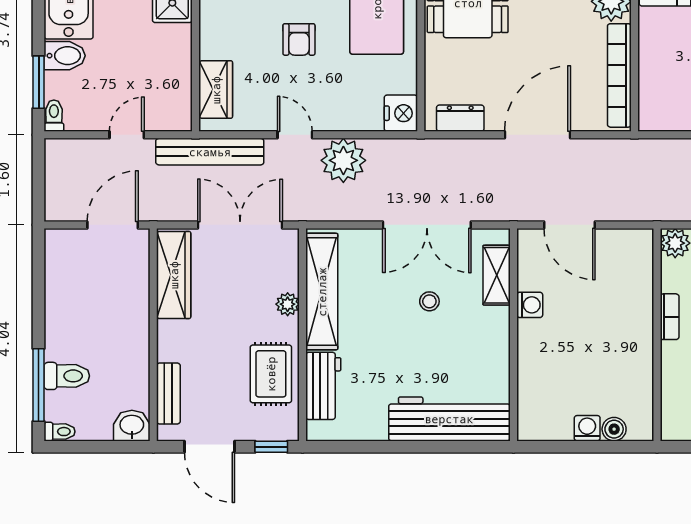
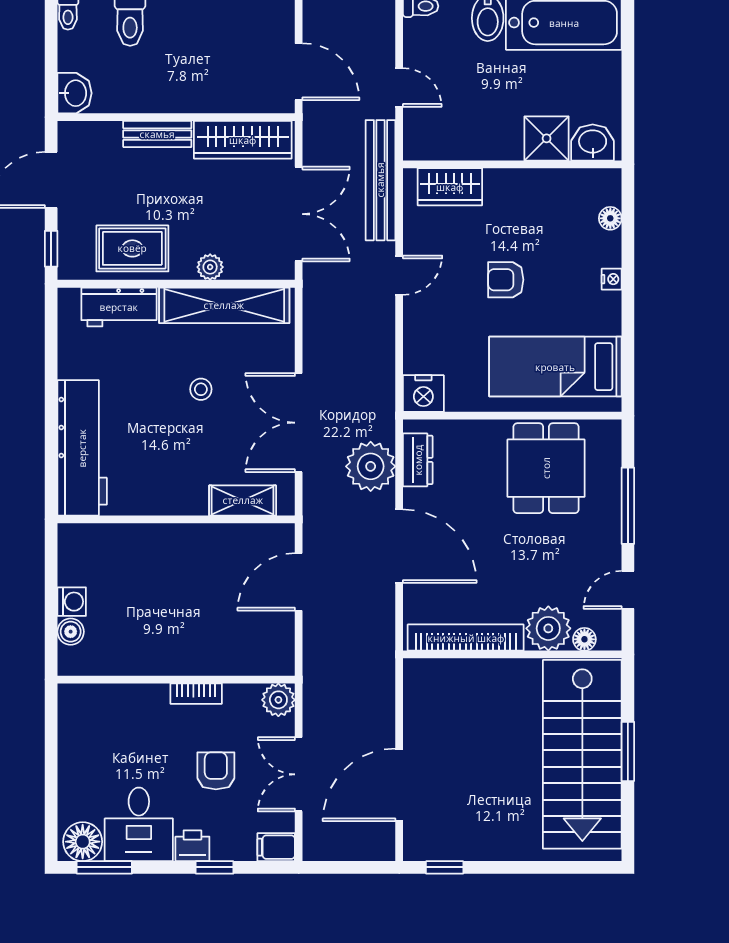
plant: (343, 160) -> (371, 466), moved
stool: (429, 301) -> (201, 389), moved
washing machine: (530, 305) -> (209, 537), removed
bench: (168, 394) -> (157, 134), moved

